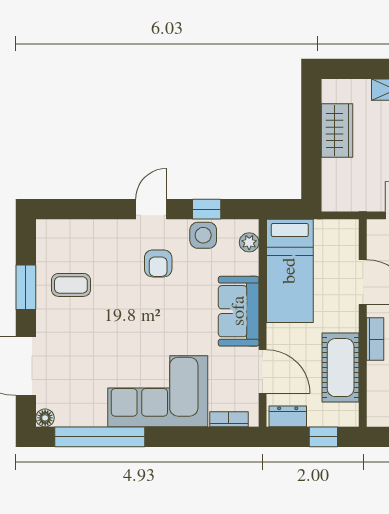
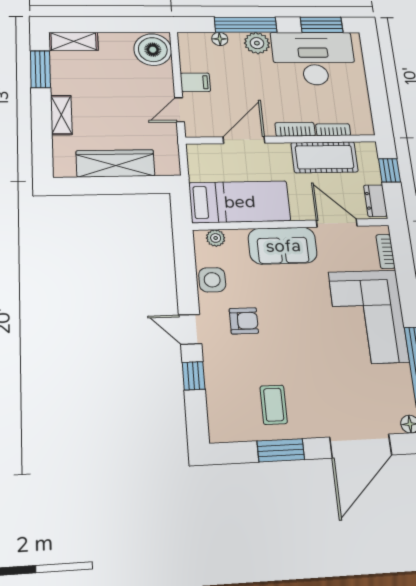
wardrobe: (337, 131) -> (115, 163), width x1.50
window: (207, 209) -> (194, 376), moved
door: (263, 371) -> (337, 223), hinge flipped
bookcase: (374, 381) -> (333, 130), added

